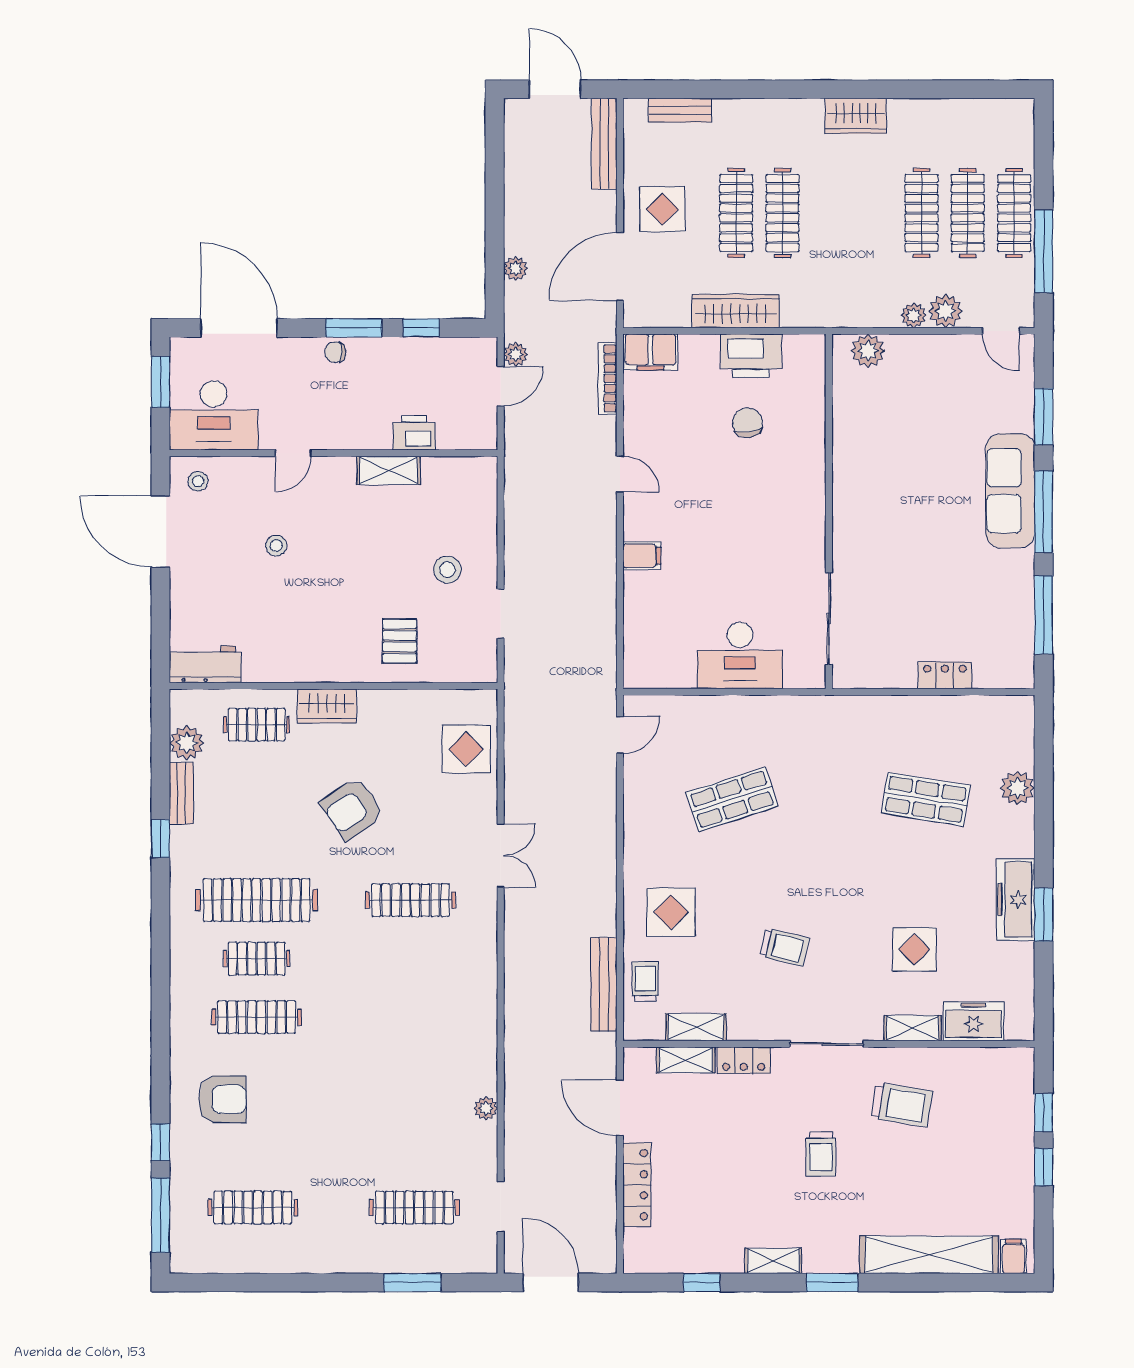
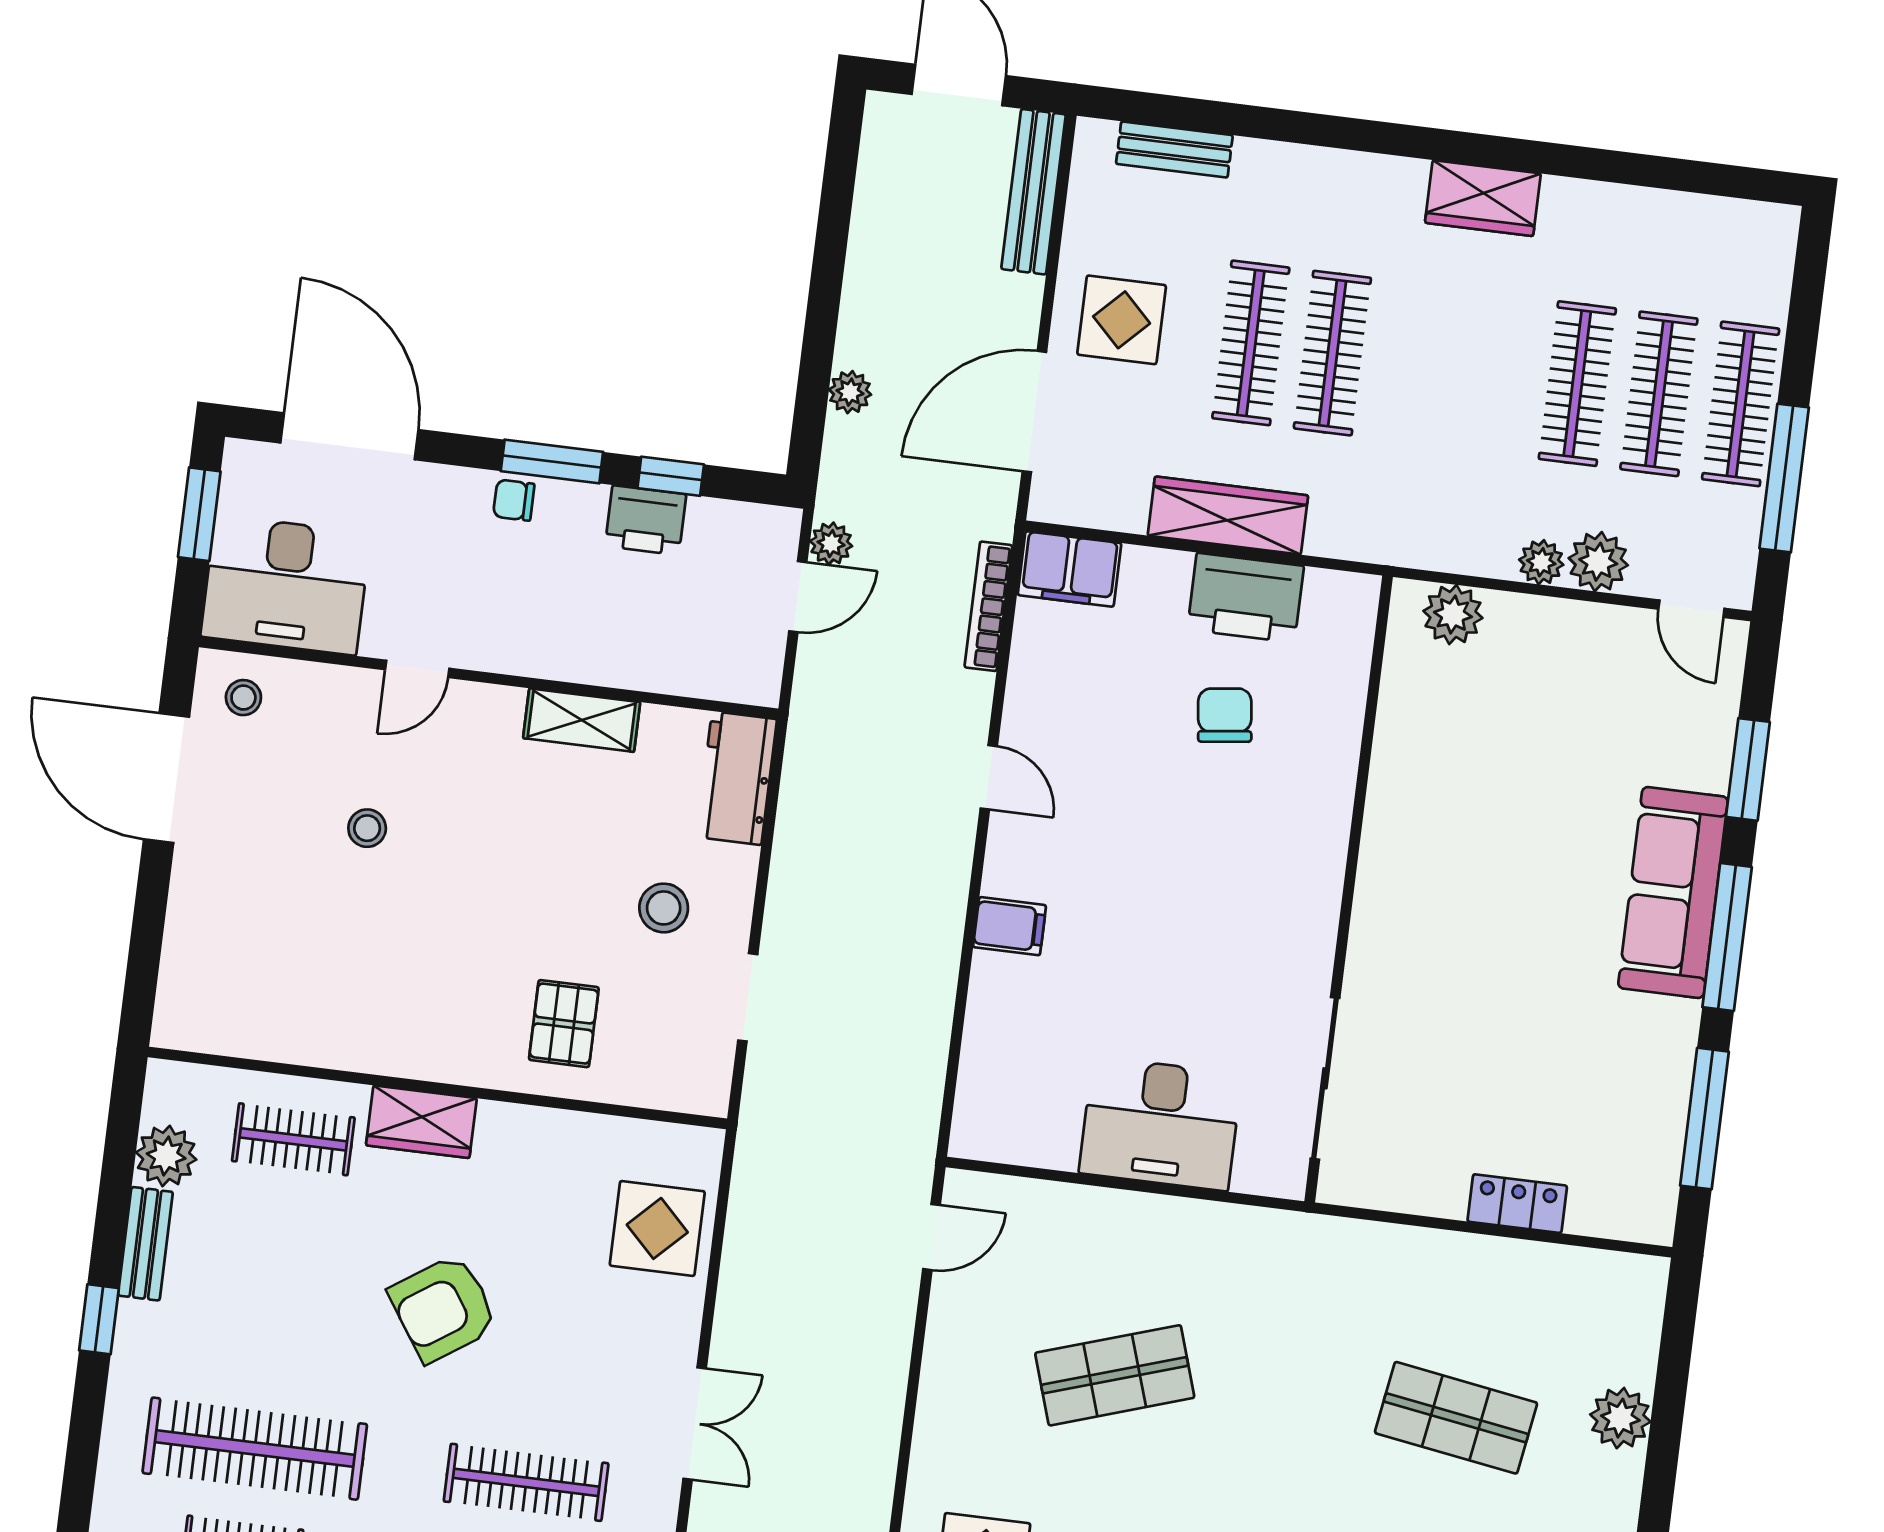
printer: (414, 433) -> (646, 520), moved, turned 180
workbench: (205, 664) -> (737, 778), moved, turned -90

